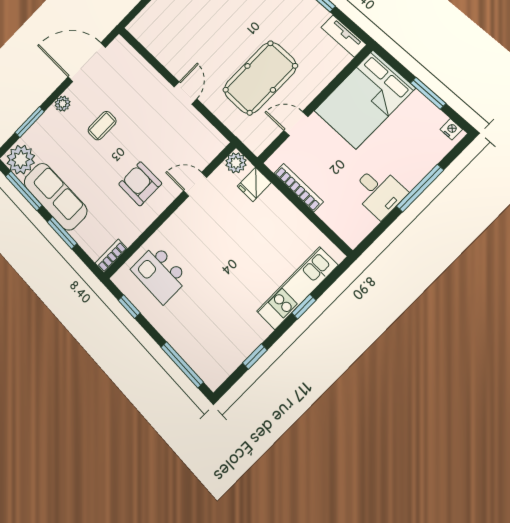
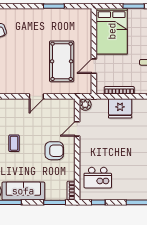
tv unit: (344, 36) -> (79, 13), removed
door: (185, 93) -> (36, 96), swing flipped
armchair: (140, 184) -> (54, 151), turned 180
fridge: (254, 184) -> (120, 108), moved, width x1.88, depth x1.34
window: (62, 233) -> (55, 202), moved

